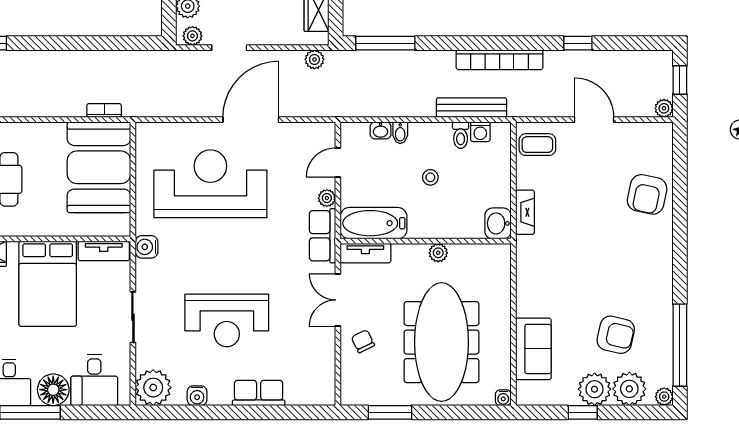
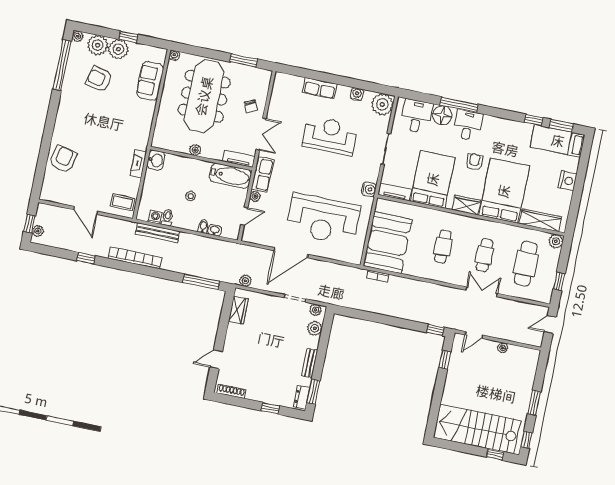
plant: (664, 108) -> (38, 231), moved

